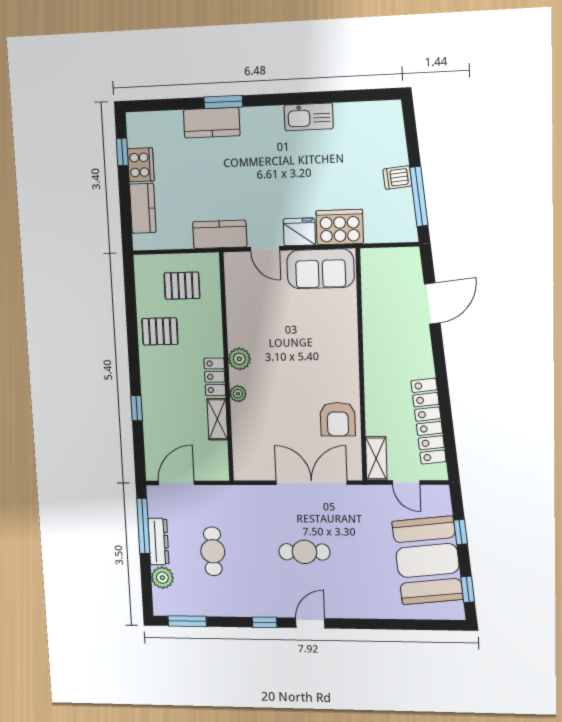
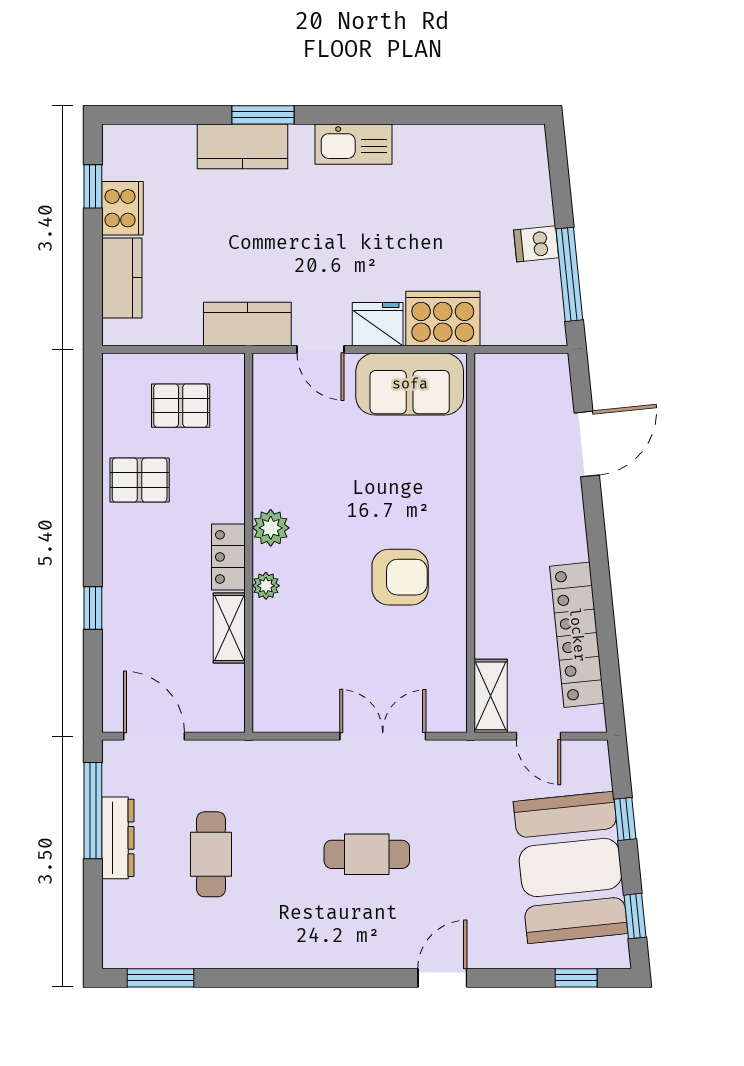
kitchen sink: (309, 117) -> (354, 144), moved
armchair: (338, 419) -> (400, 577), moved, turned -90
door: (176, 483) -> (154, 736), hinge flipped
double door: (312, 483) -> (383, 736), width x0.73
plant: (162, 578) -> (121, 901), removed
window: (265, 622) -> (576, 978), moved
door: (310, 623) -> (442, 978), moved

